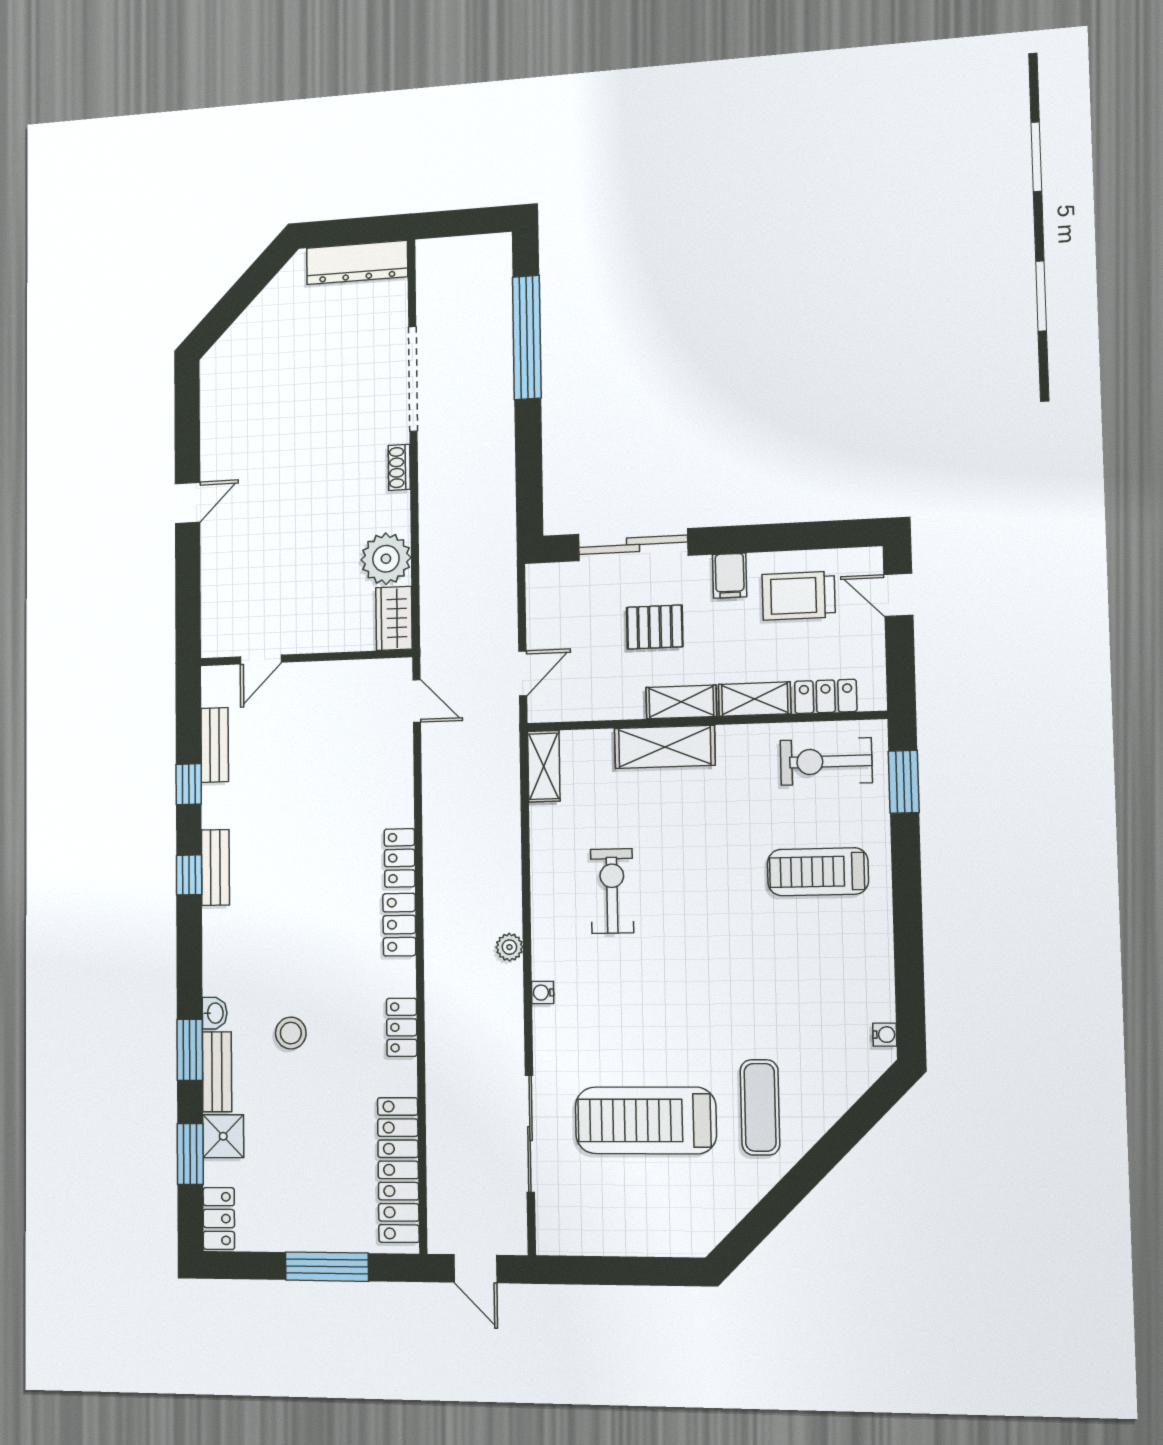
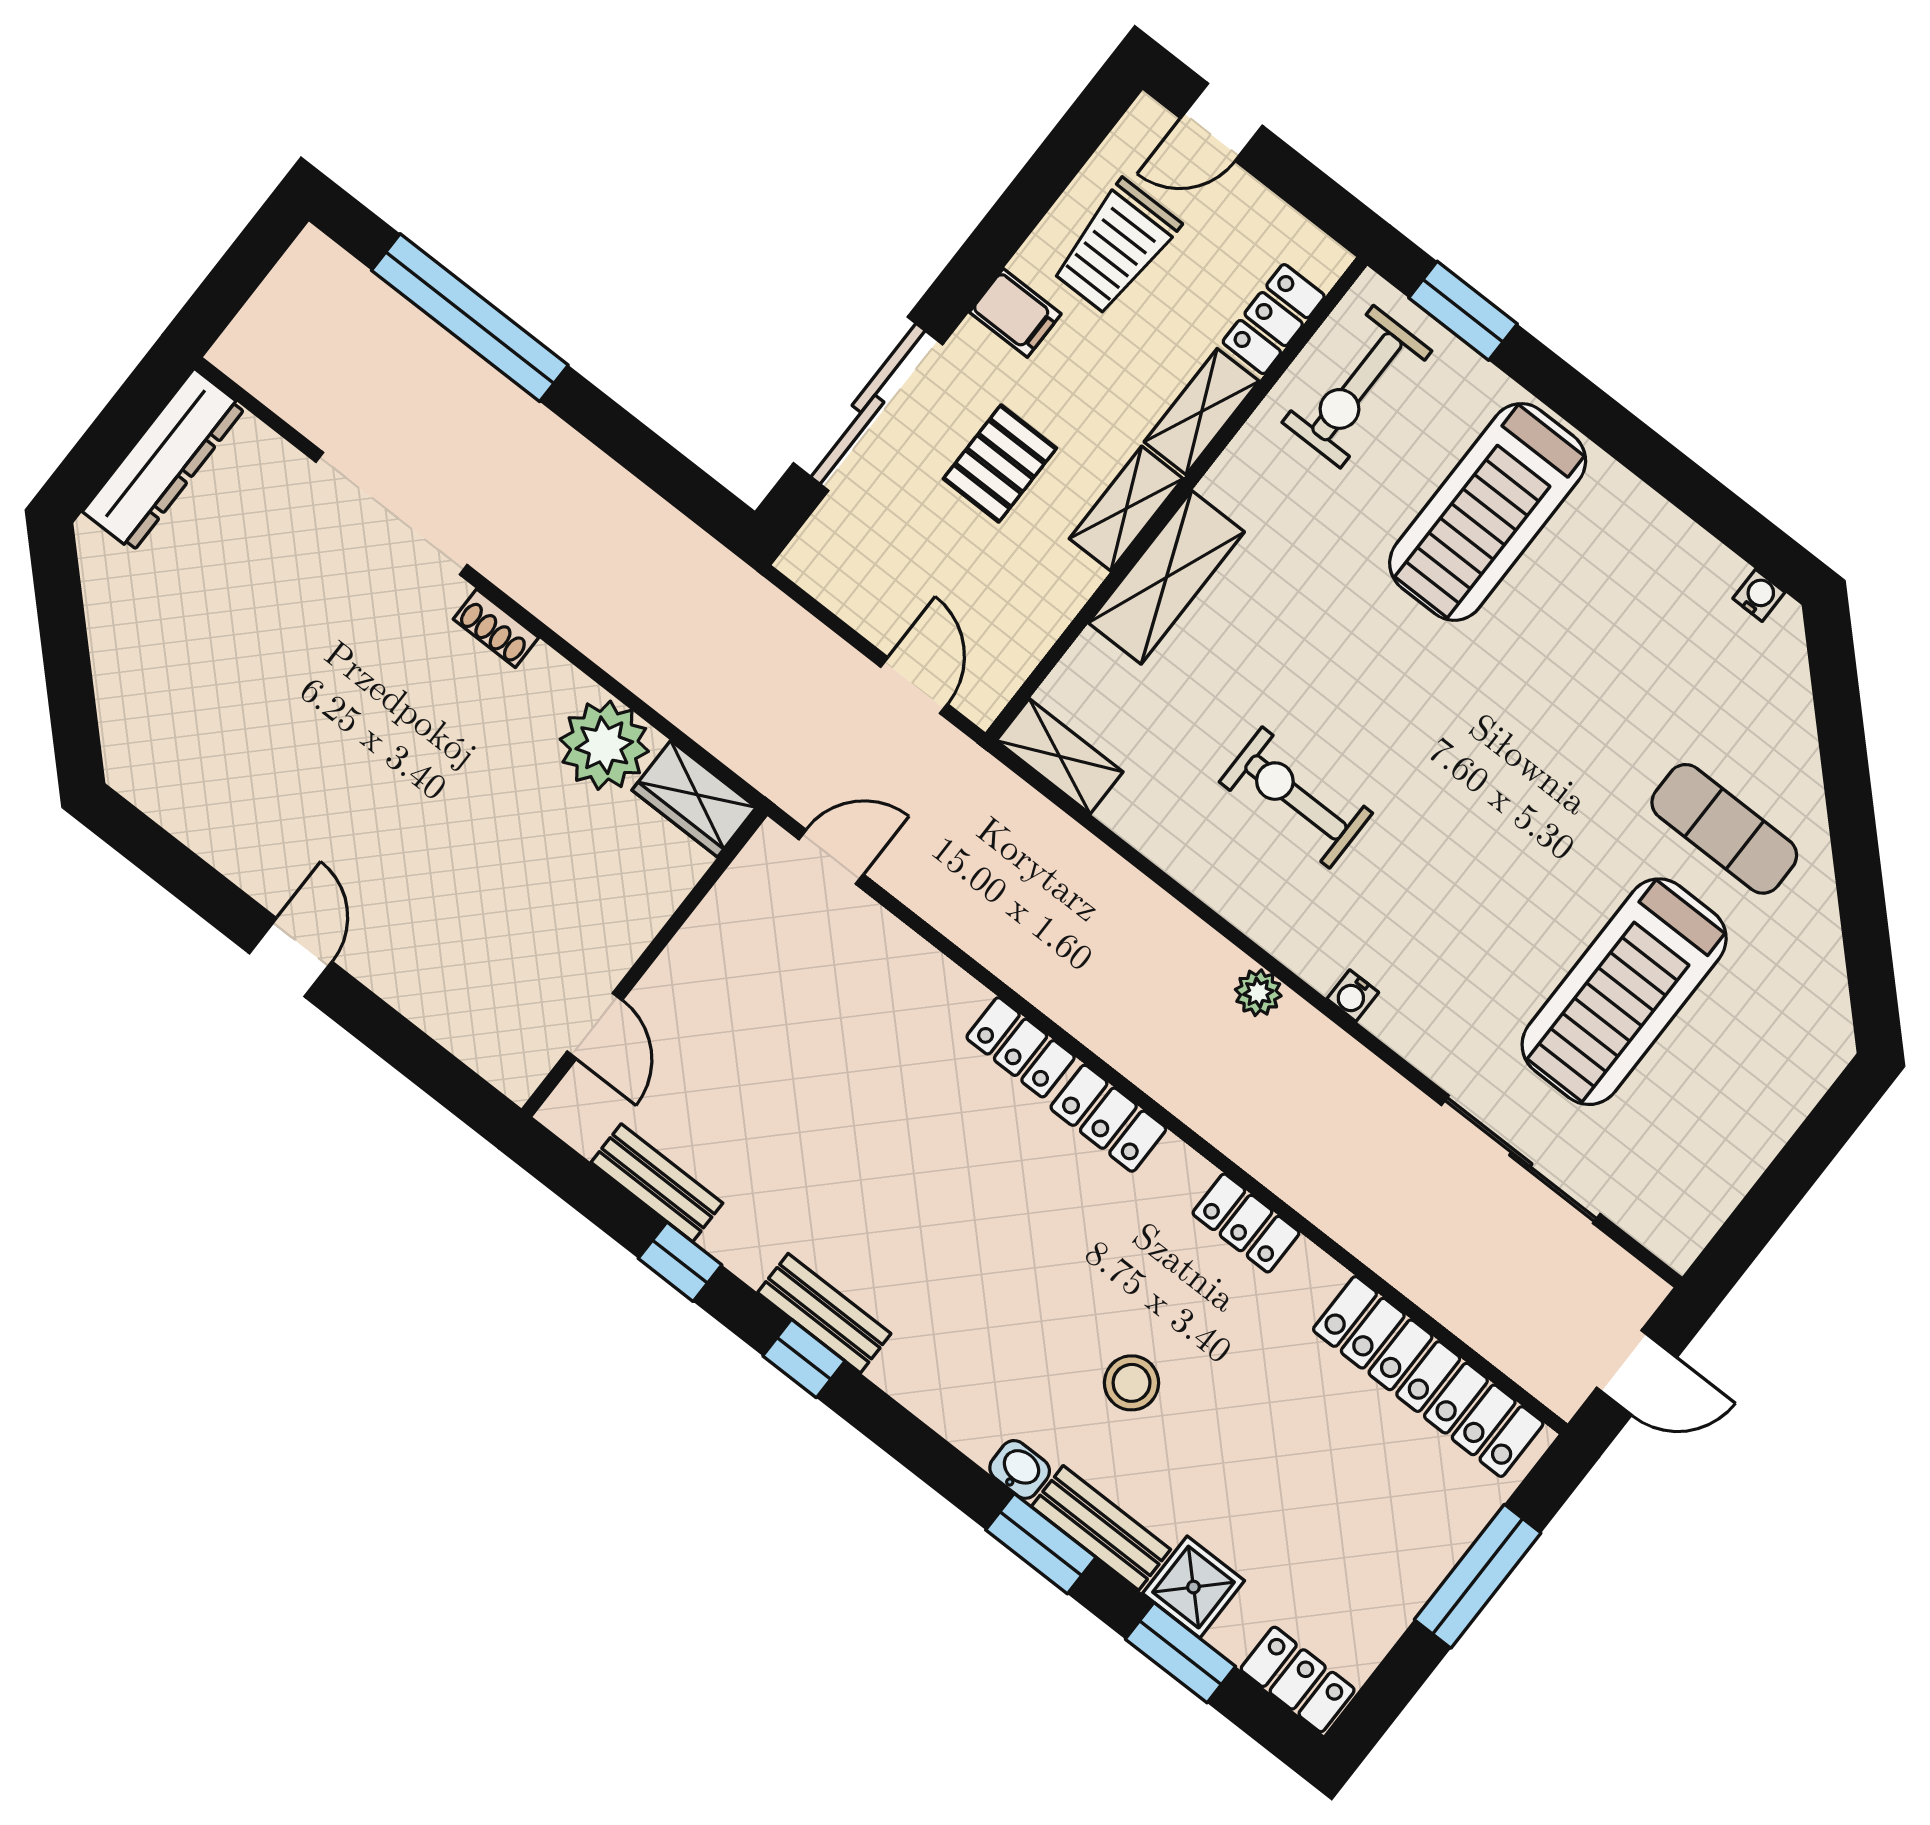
treadmill: (818, 872) -> (1488, 512), width x1.37, depth x1.38

